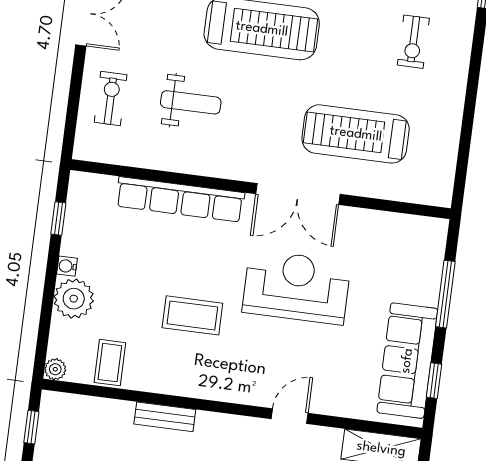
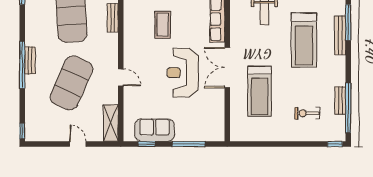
treadmill: (356, 134) -> (259, 91), turned 180
reception desk: (296, 287) -> (183, 73), turned 180
sofa: (407, 361) -> (155, 130), width x0.73

